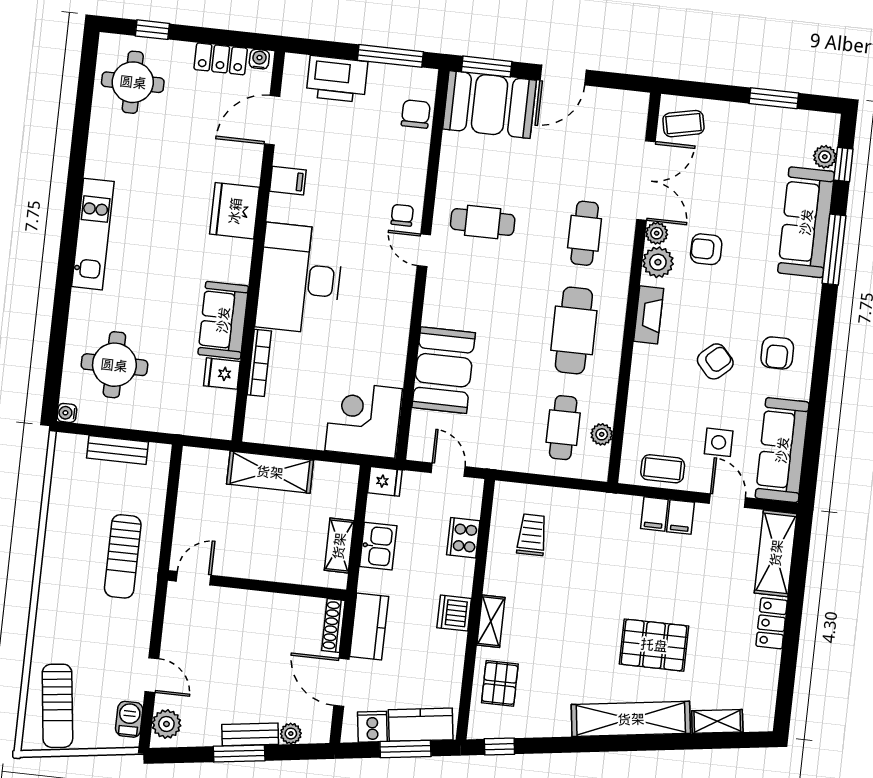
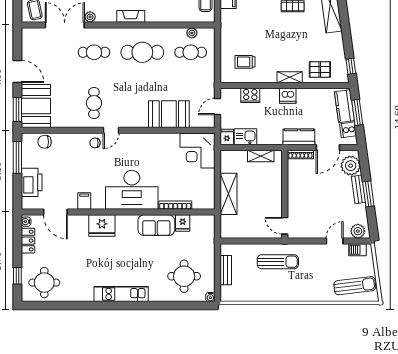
plant: (658, 262) -> (104, 15), removed
kitchen sink: (378, 546) -> (245, 137), moved
plant: (291, 734) -> (351, 166), width x1.88, depth x1.88

